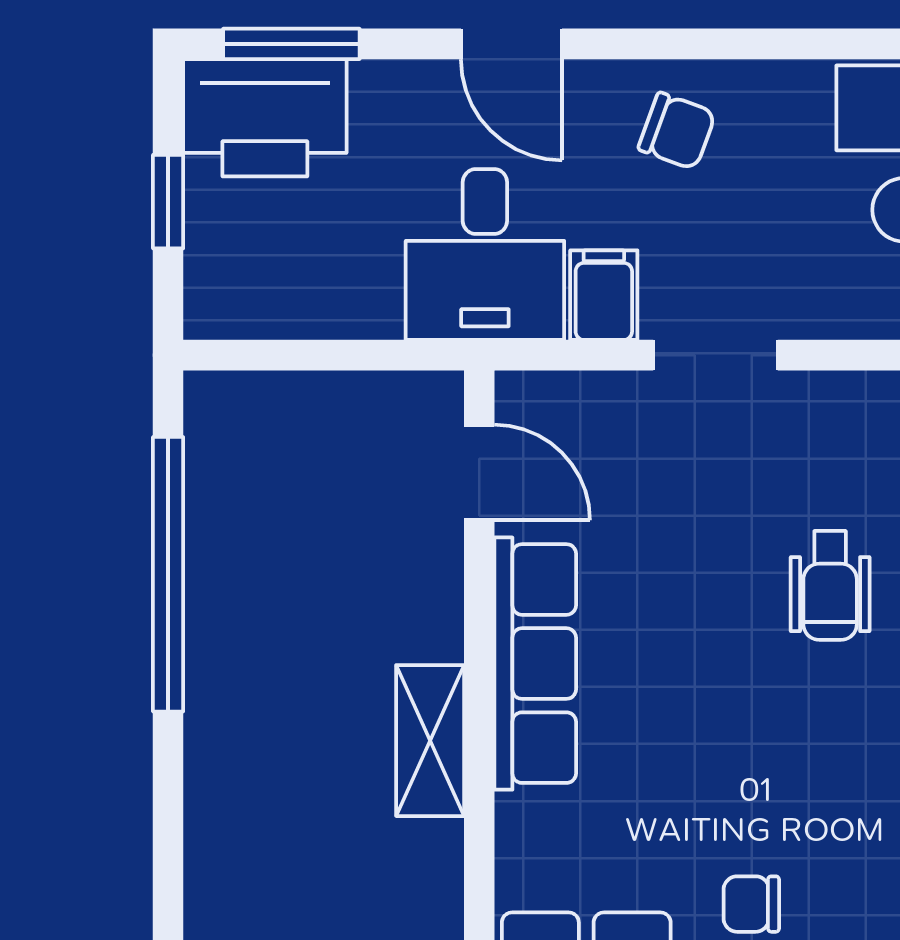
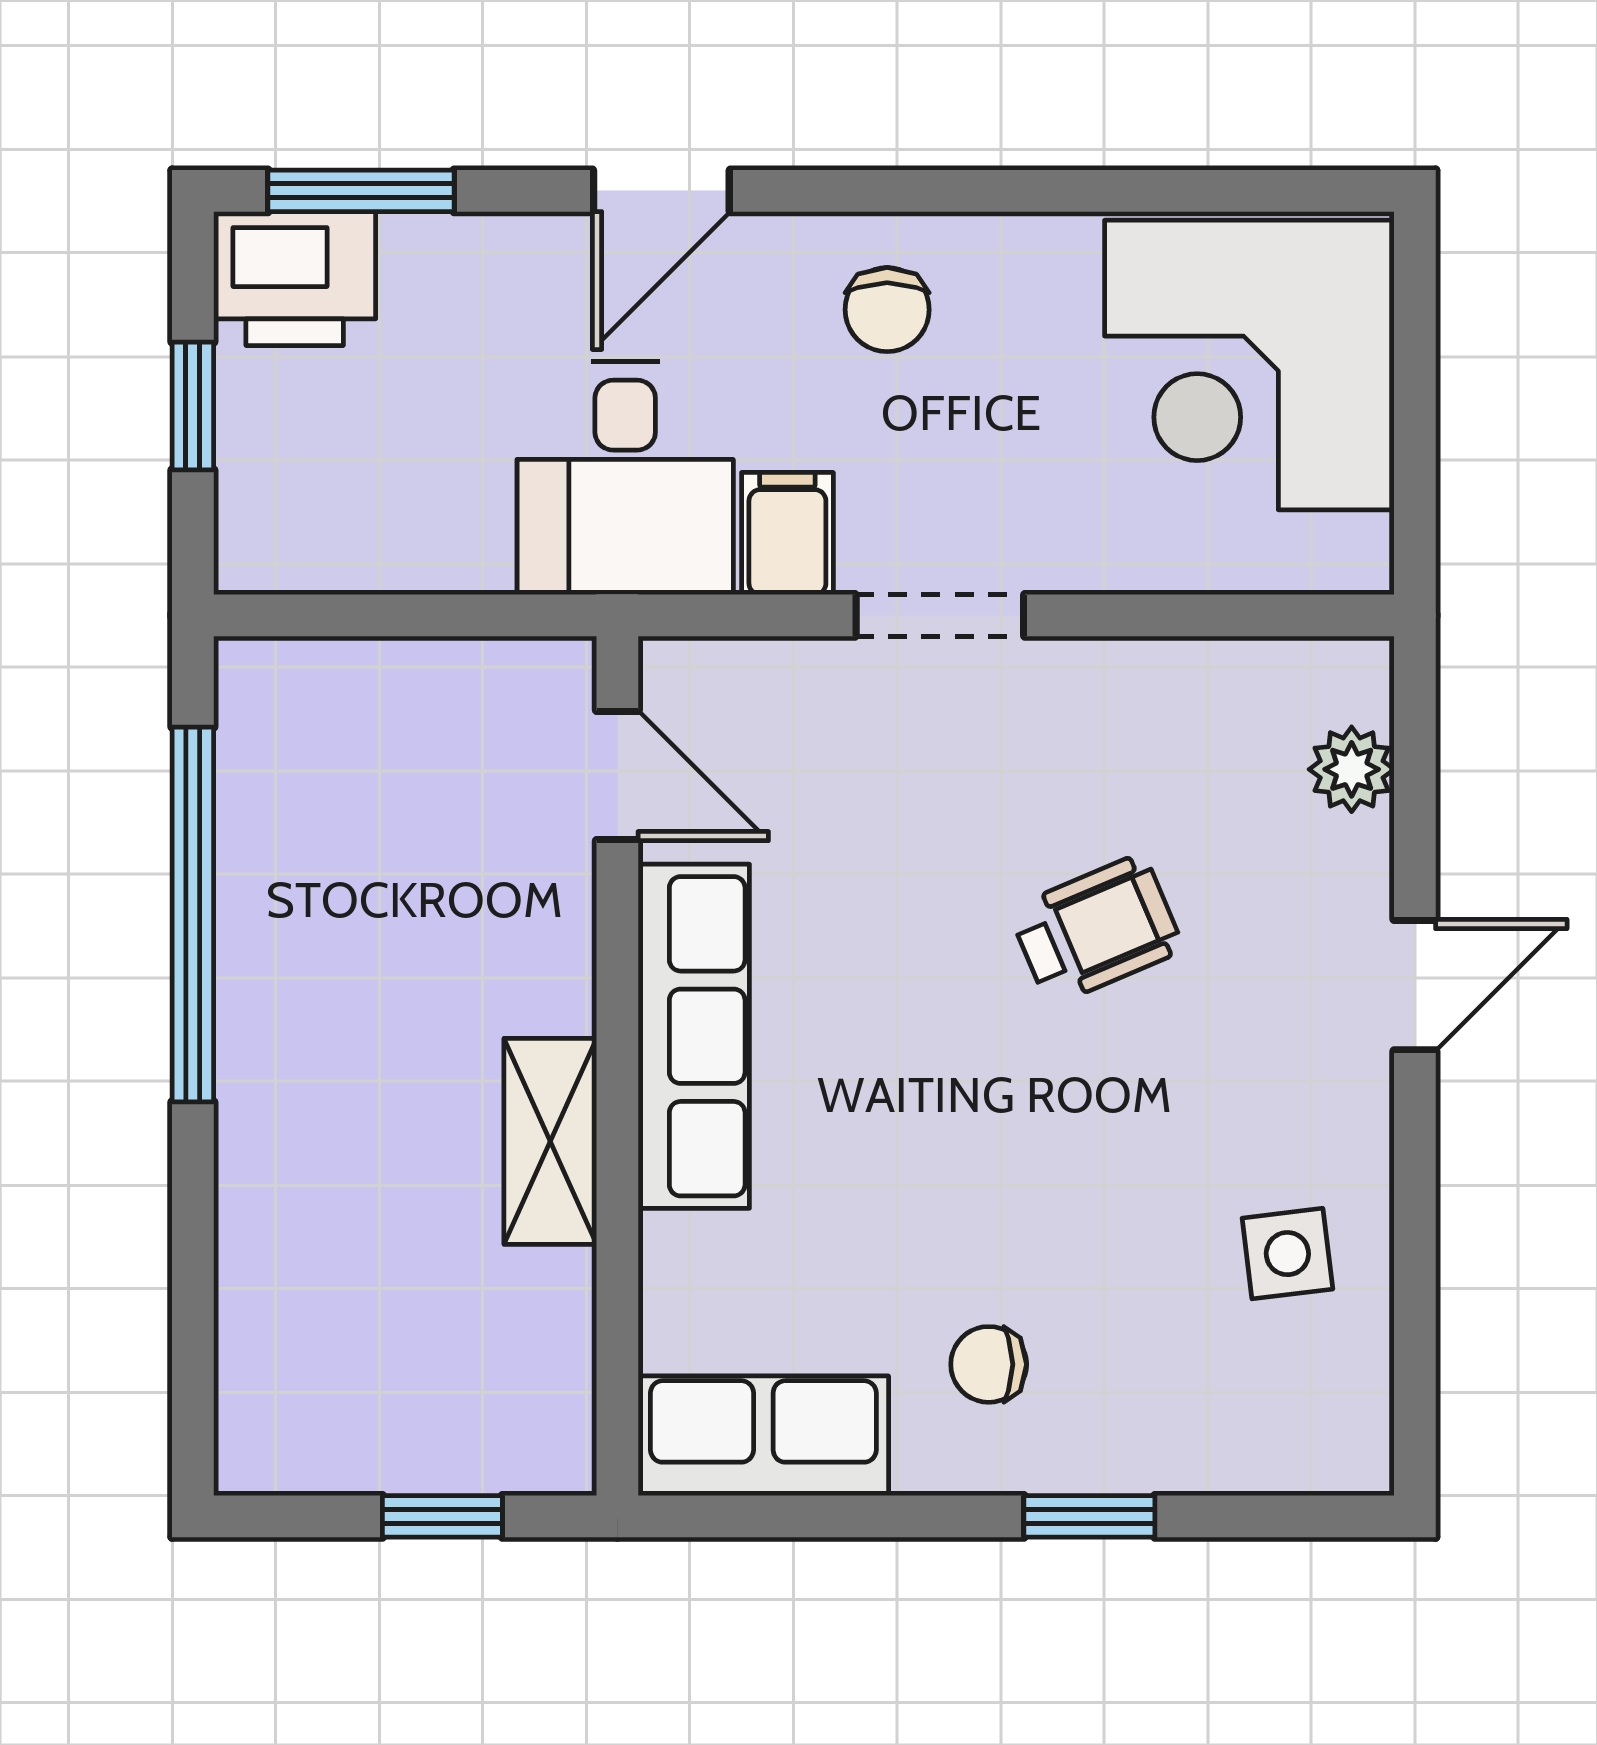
door: (511, 44) -> (661, 191), hinge flipped
printer: (265, 118) -> (295, 279), width x0.73, depth x0.84
chair: (677, 131) -> (887, 310), turned 70
wheelchair: (830, 585) -> (1096, 930), turned -113

